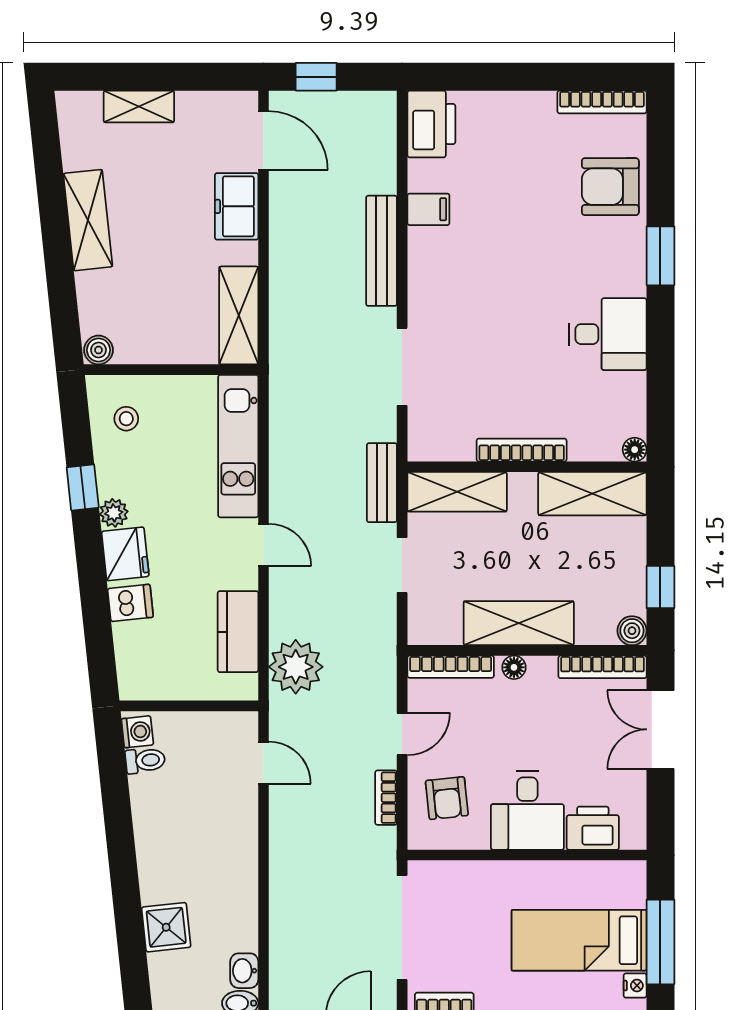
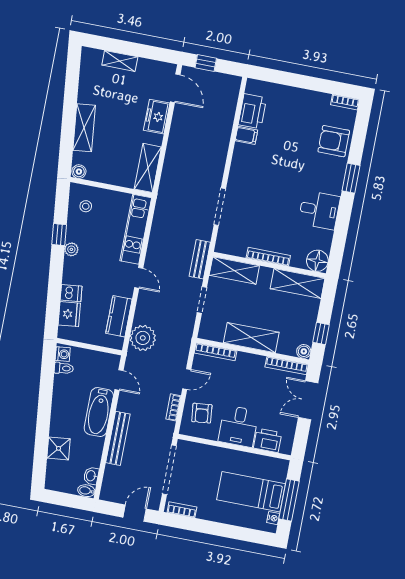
bookcase: (602, 102) -> (345, 102), width x0.64
printer: (431, 124) -> (252, 111), moved
shelving: (88, 220) -> (84, 128), moved
bench: (382, 251) -> (118, 438), moved
floor lamp: (635, 450) -> (317, 261), width x1.89, depth x1.89
fridge: (125, 554) -> (69, 314), moved
floor lamp: (514, 667) -> (245, 358), removed
bathtub: (235, 837) -> (99, 412), added

